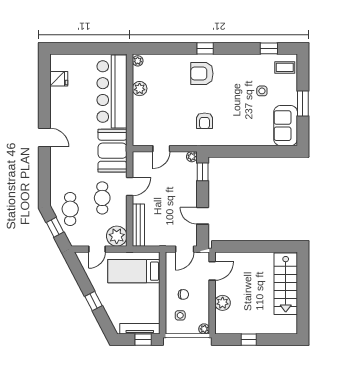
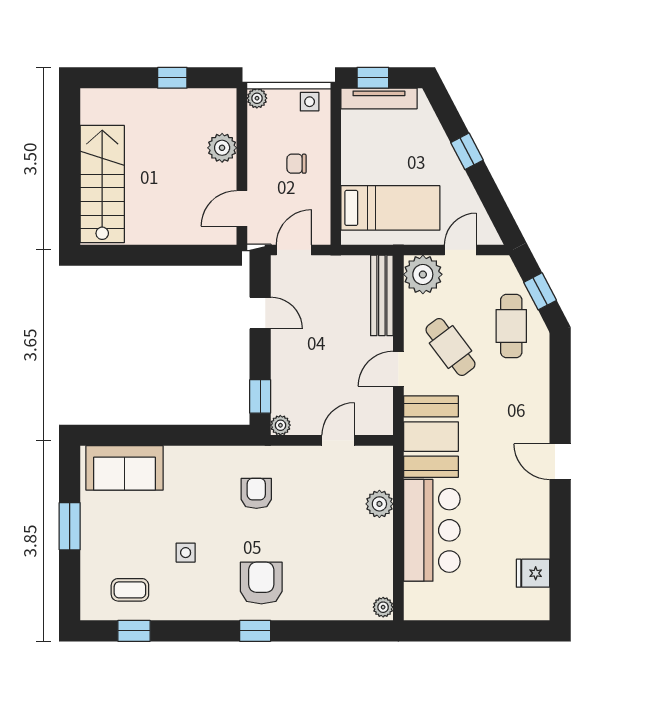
coffee table: (285, 67) -> (130, 590), moved
armchair: (202, 74) -> (261, 583), turned -90
plant: (140, 89) -> (379, 504), moved
side table: (262, 91) -> (186, 553), moved
bar counter: (112, 92) -> (432, 530), width x0.73
sofa: (286, 126) -> (124, 468), moved, turned 90
cafe table: (102, 198) -> (450, 347), turned -37
side table: (180, 315) -> (310, 102), moved

